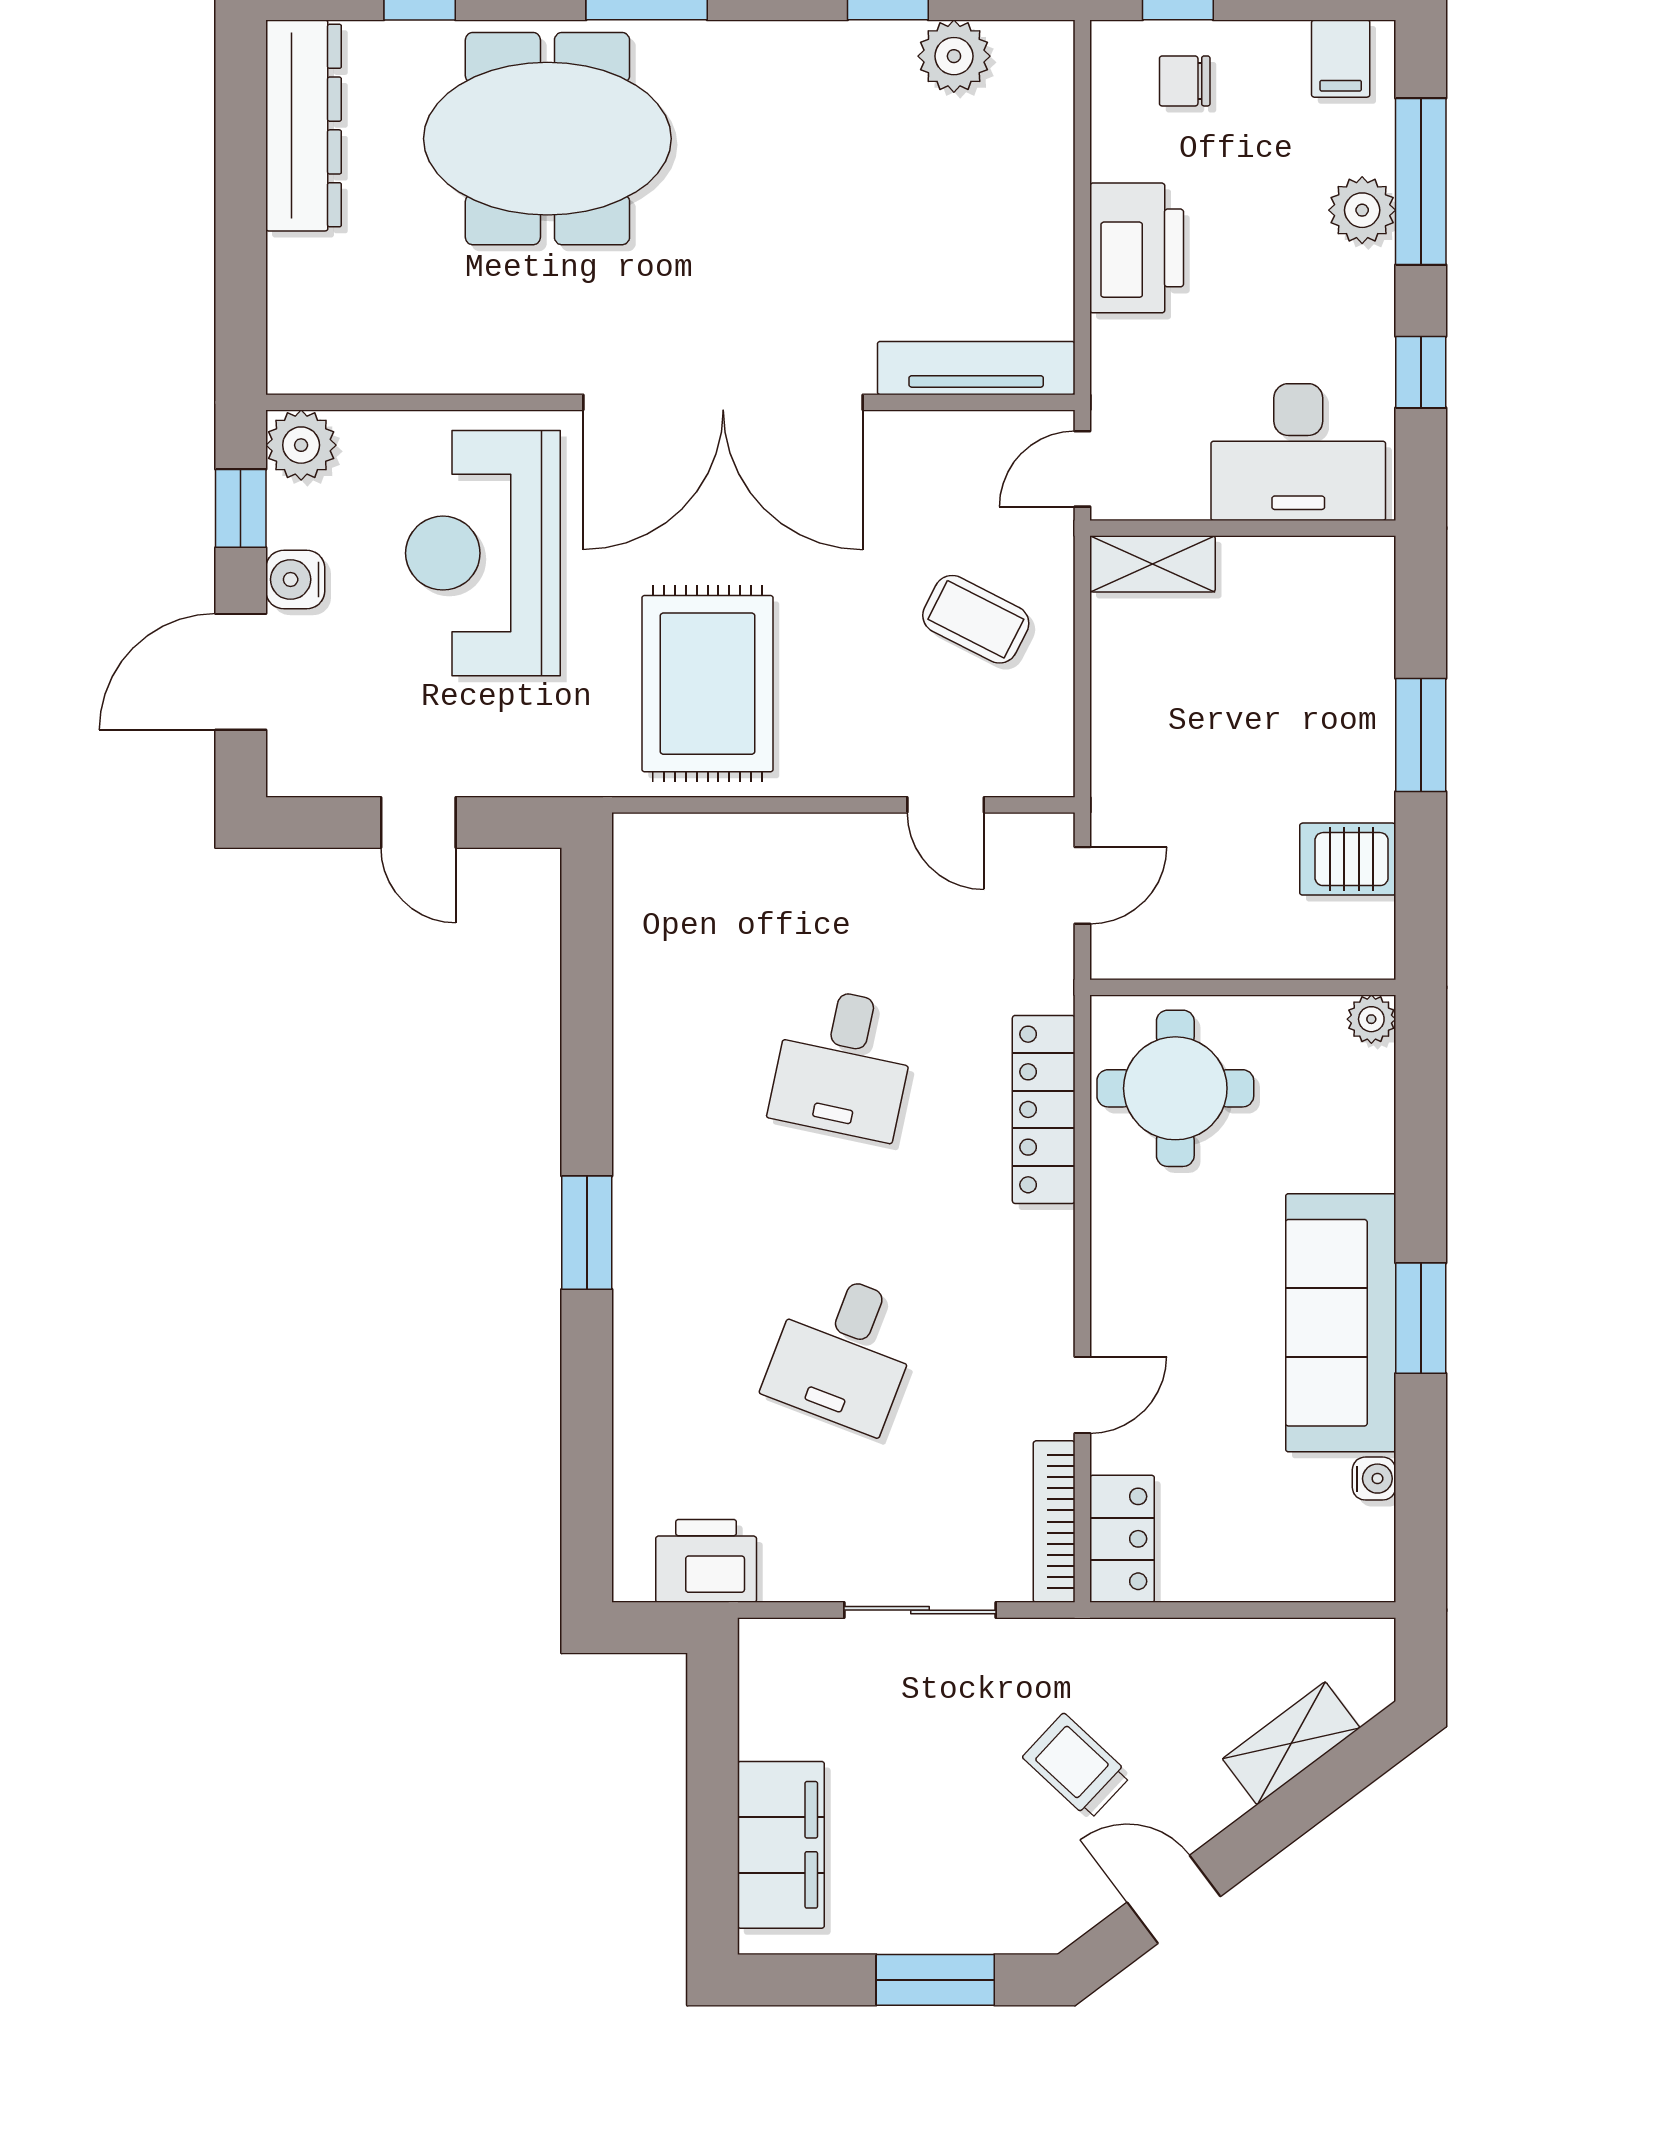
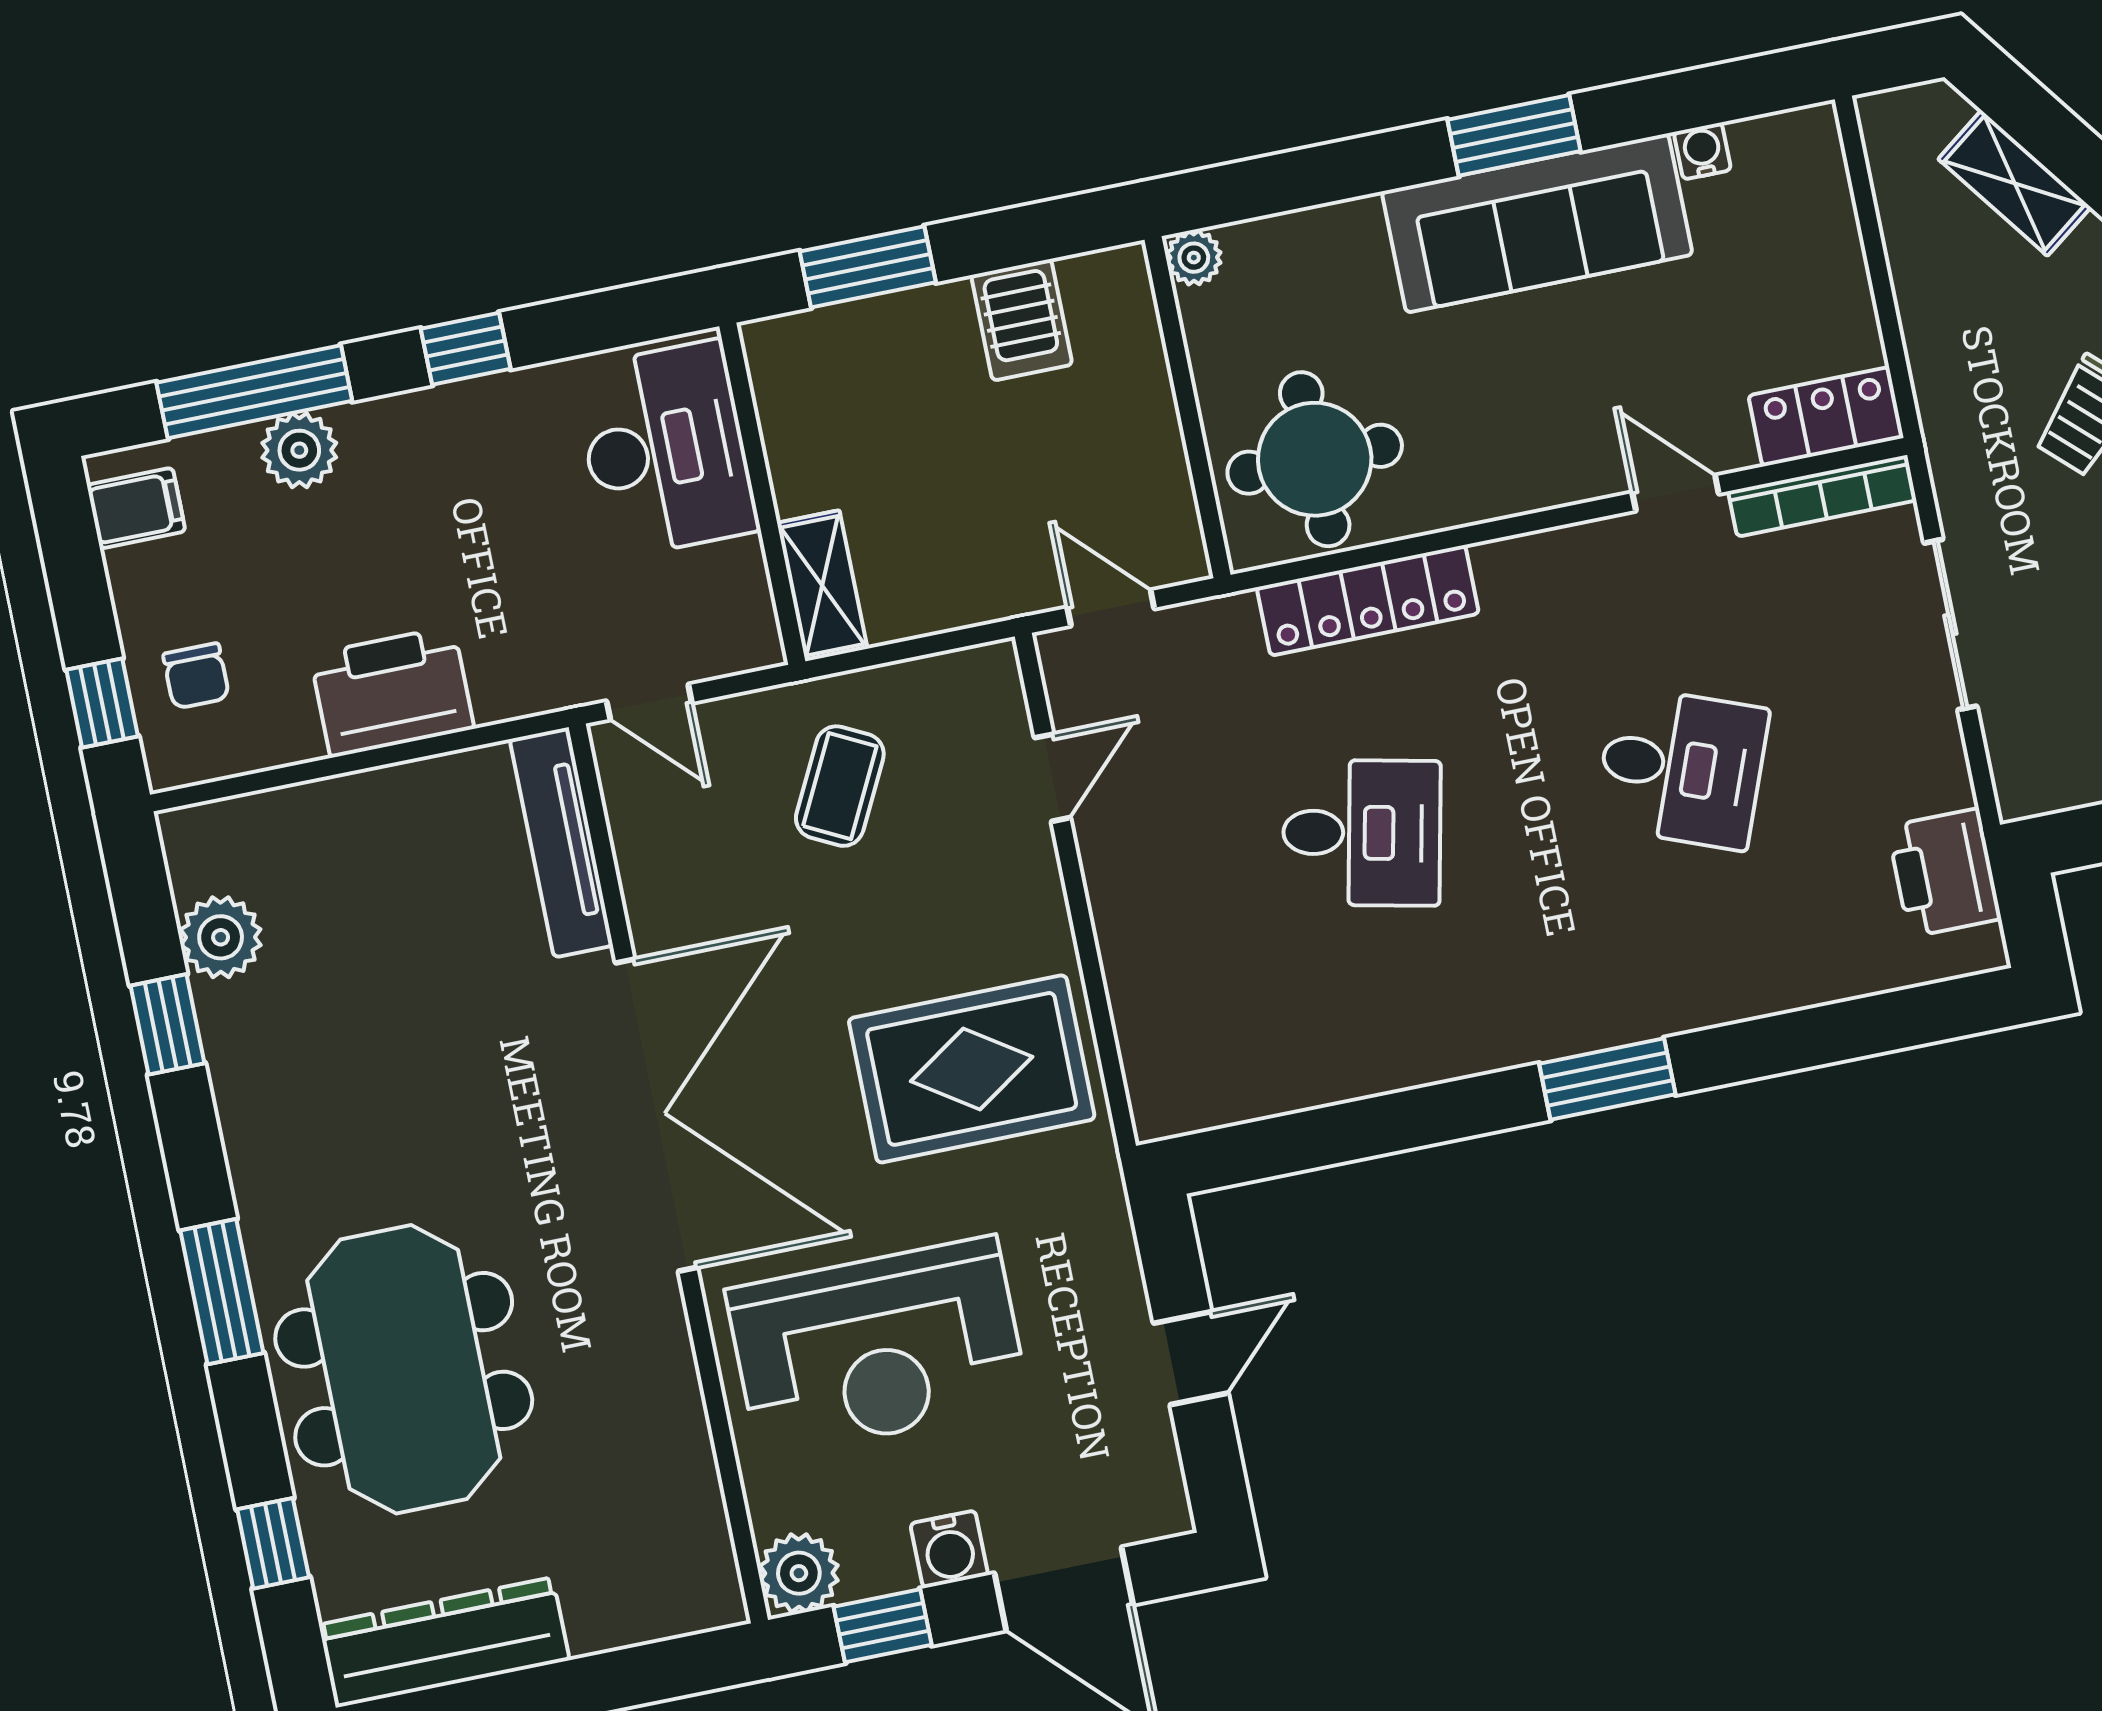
desk: (1298, 452) -> (665, 449), moved
wall: (1243, 528) -> (762, 494), moved
shelving: (1153, 564) -> (822, 586), moved

